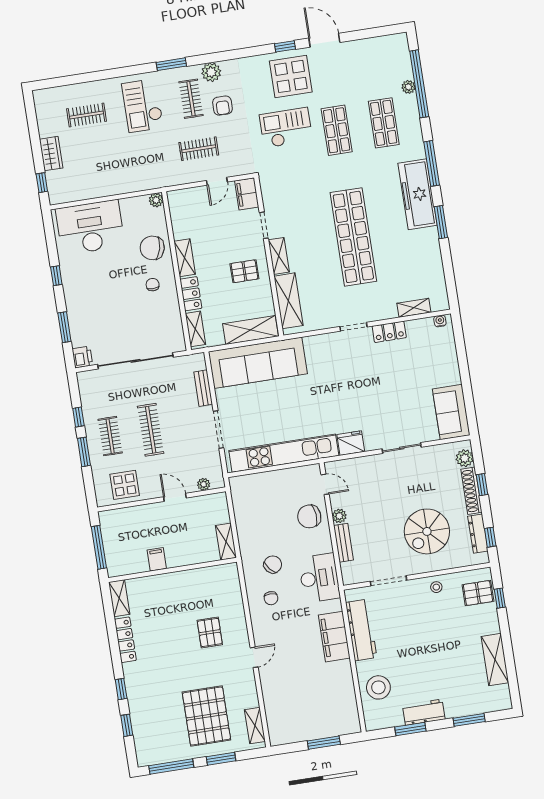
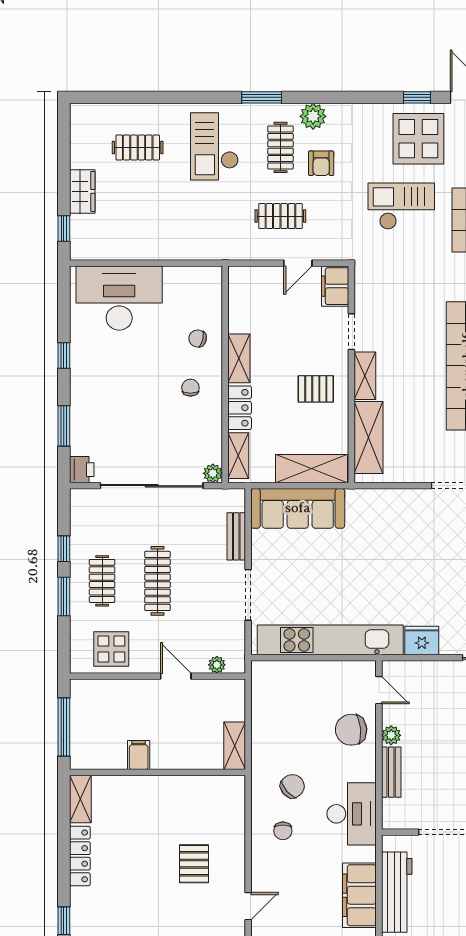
plant: (156, 200) -> (213, 473), moved
chair: (152, 248) -> (198, 338), width x0.54, depth x0.54
sofa: (258, 363) -> (298, 508), width x0.74, depth x0.79

